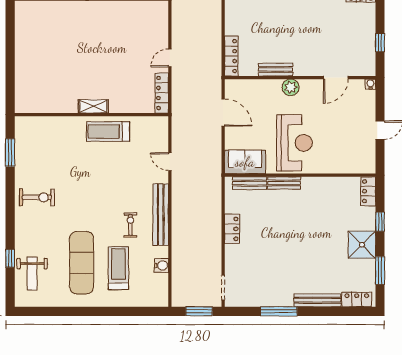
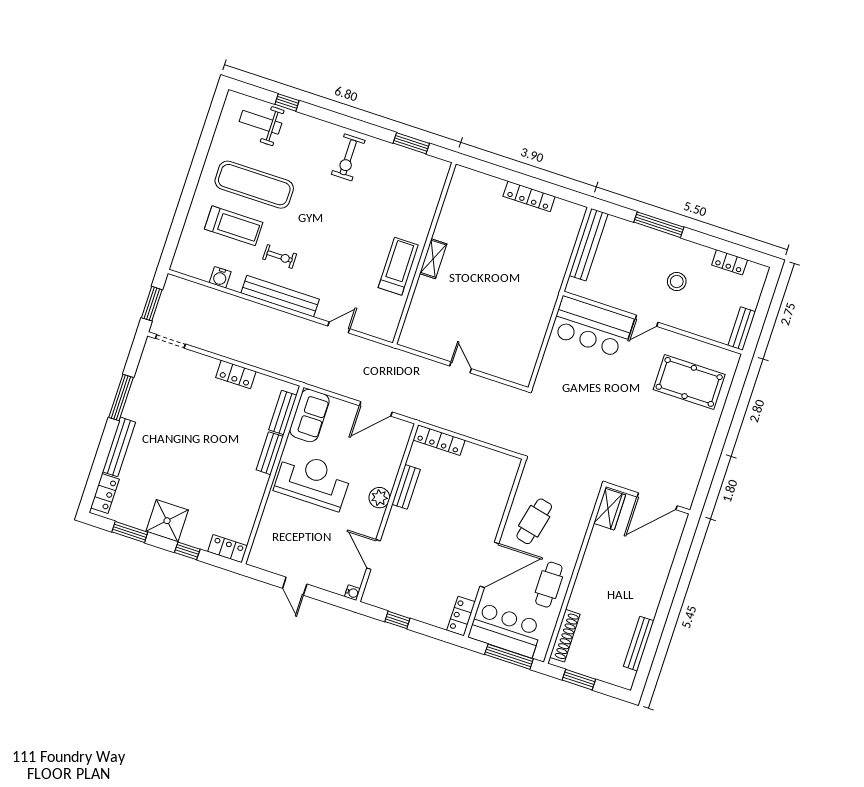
locker: (162, 93) -> (529, 196), moved, turned 180
reception desk: (294, 143) -> (313, 481), turned 180

